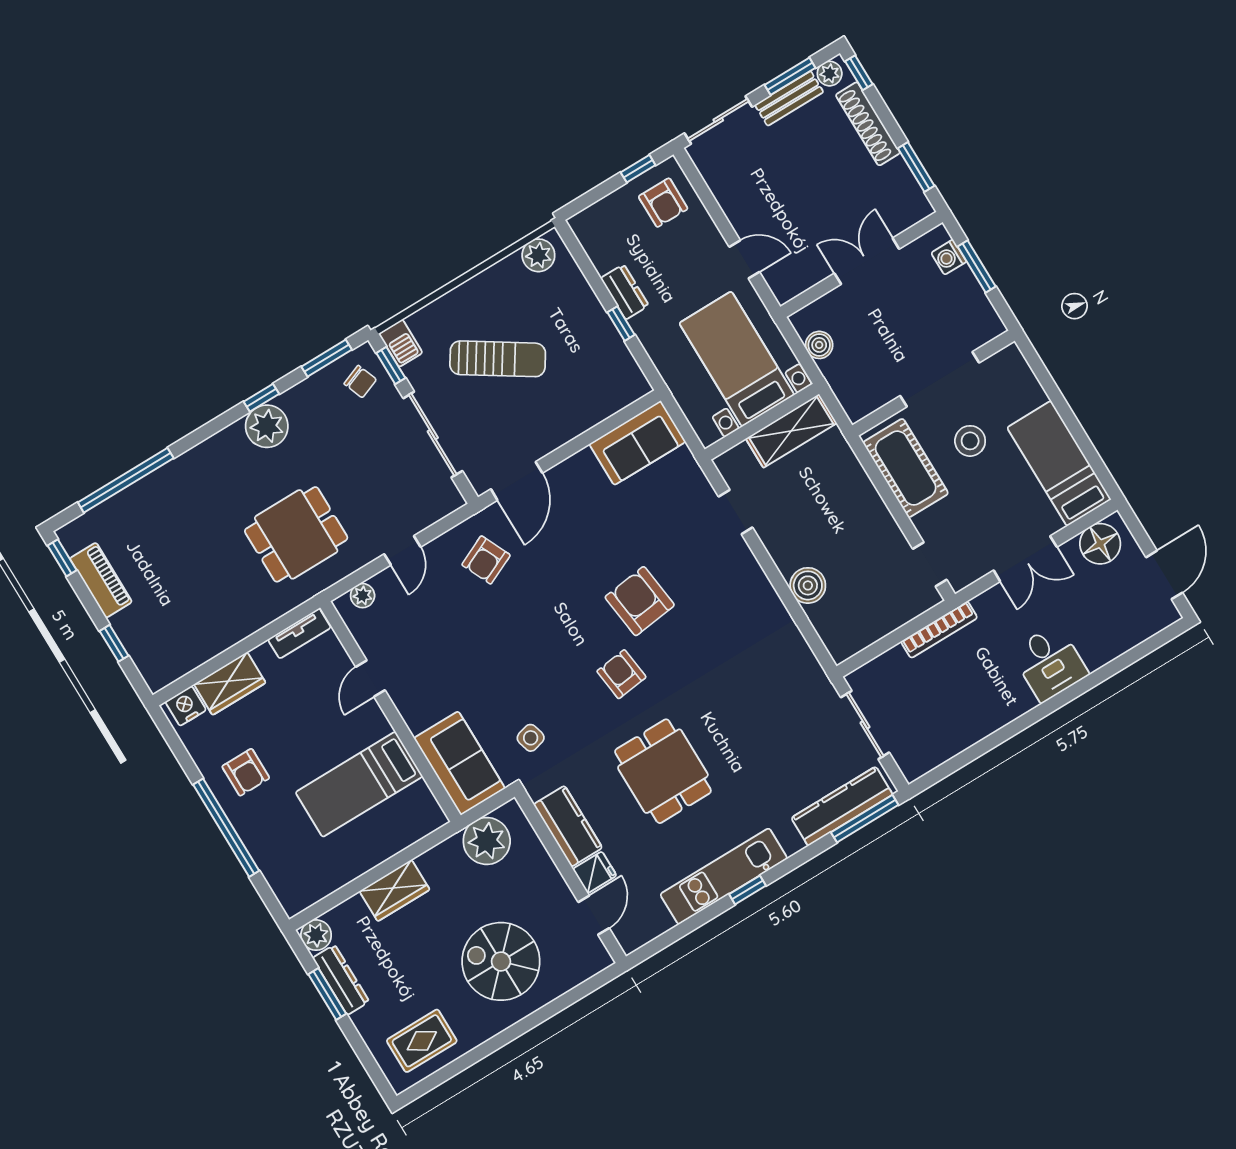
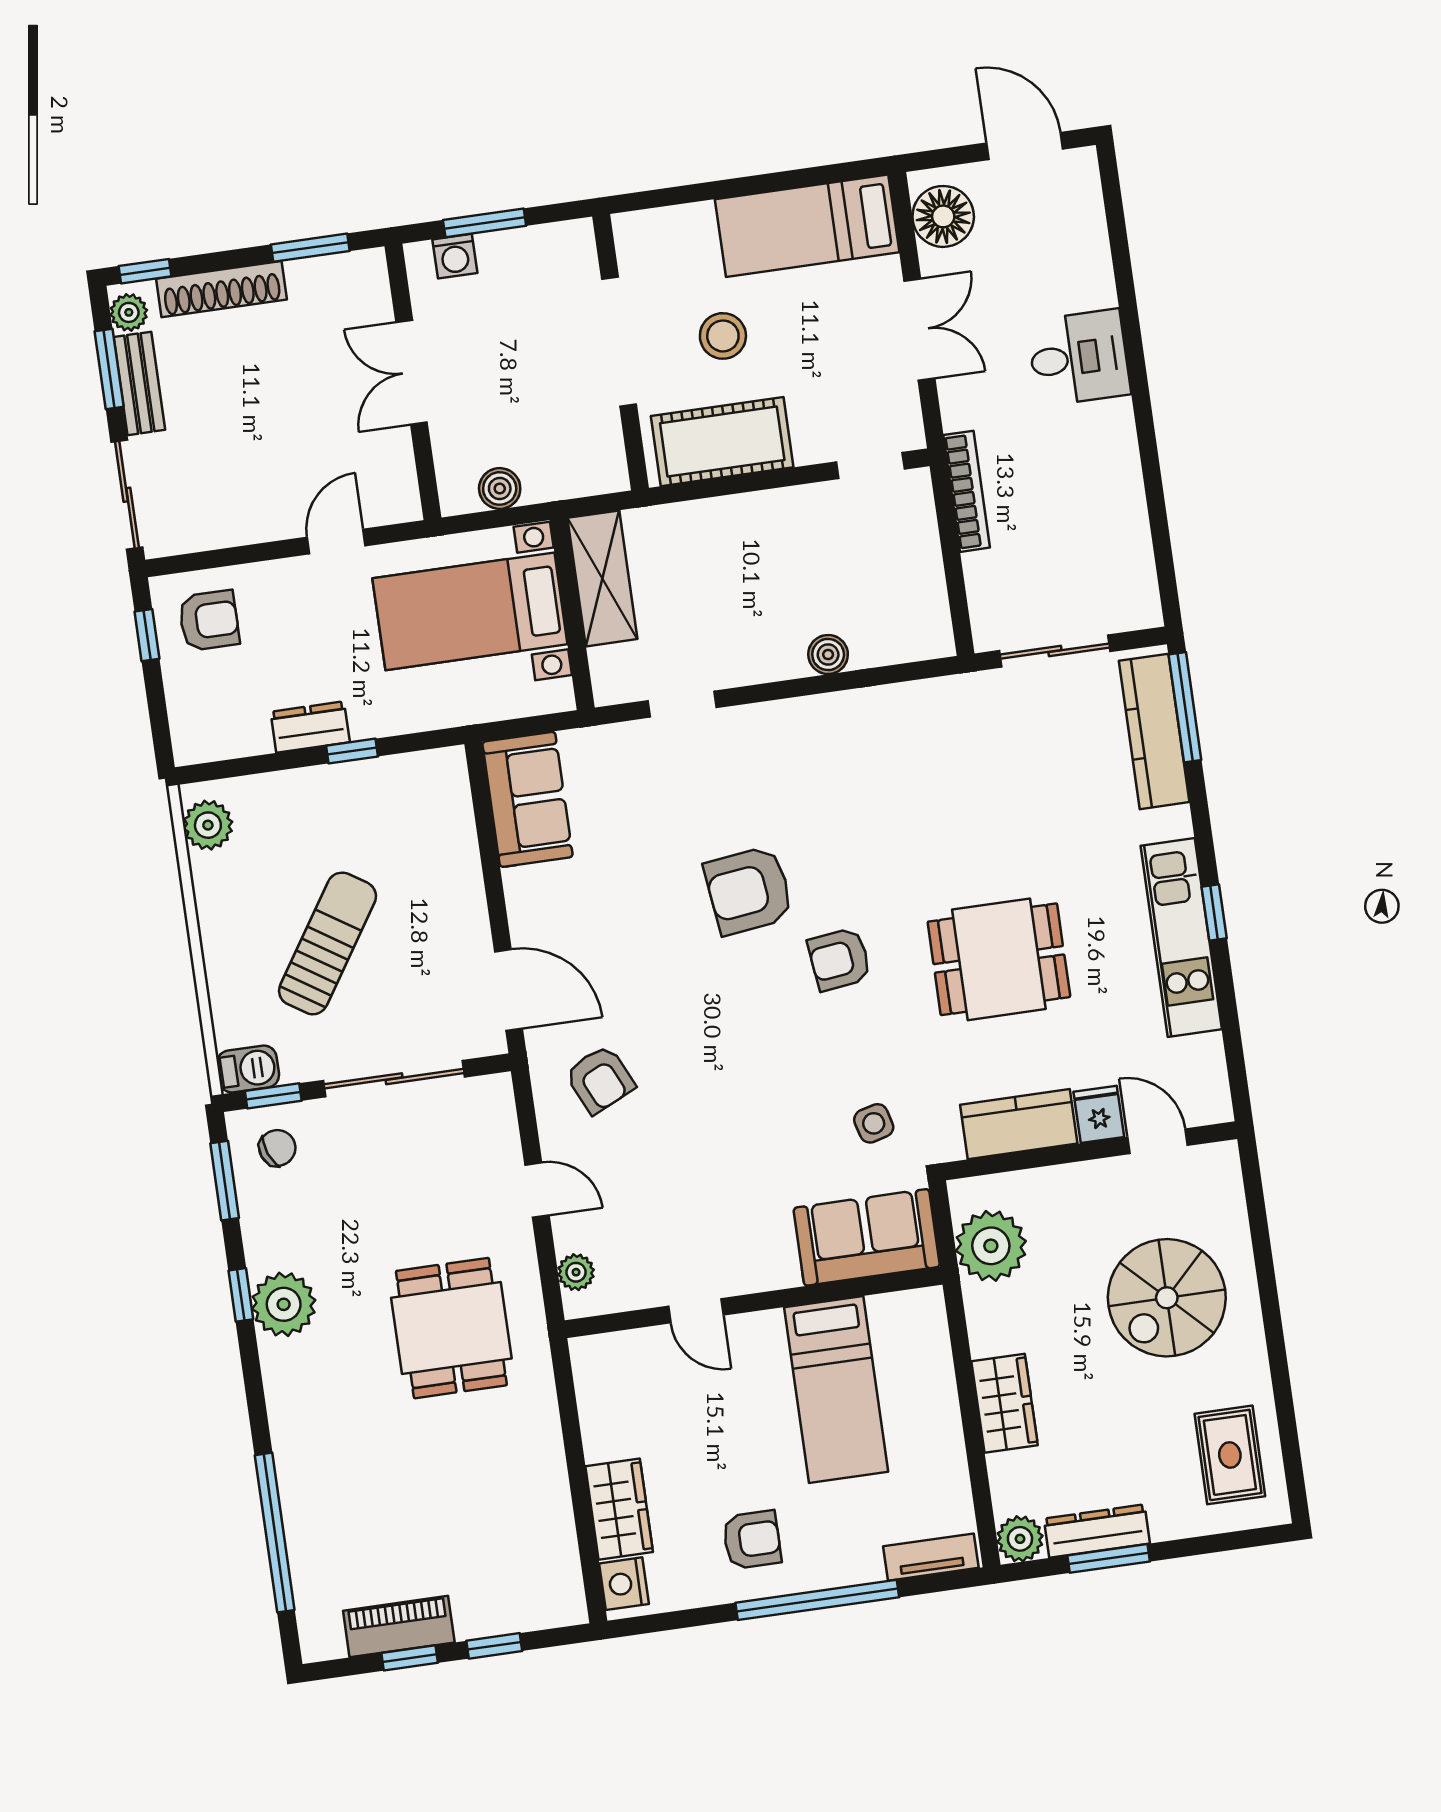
window: (62, 558) -> (410, 1658), moved
boiler: (808, 585) -> (828, 655), width x0.73, depth x0.73
tv unit: (299, 633) -> (931, 1557), moved, turned -90

